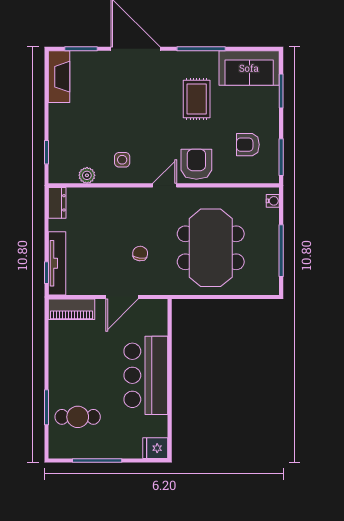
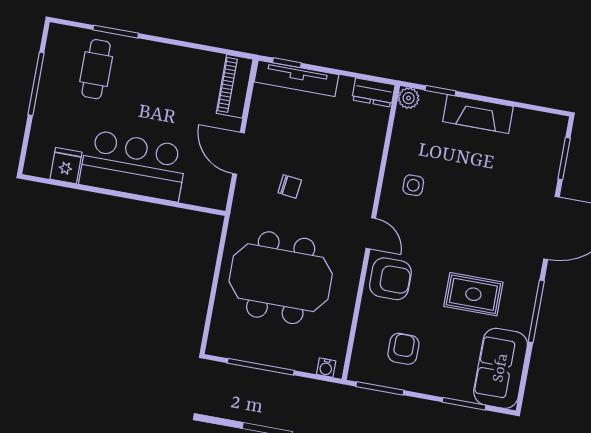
fireplace: (59, 77) -> (478, 114), moved
plant: (87, 175) -> (409, 98), moved
fridge: (155, 448) -> (66, 166), moved

